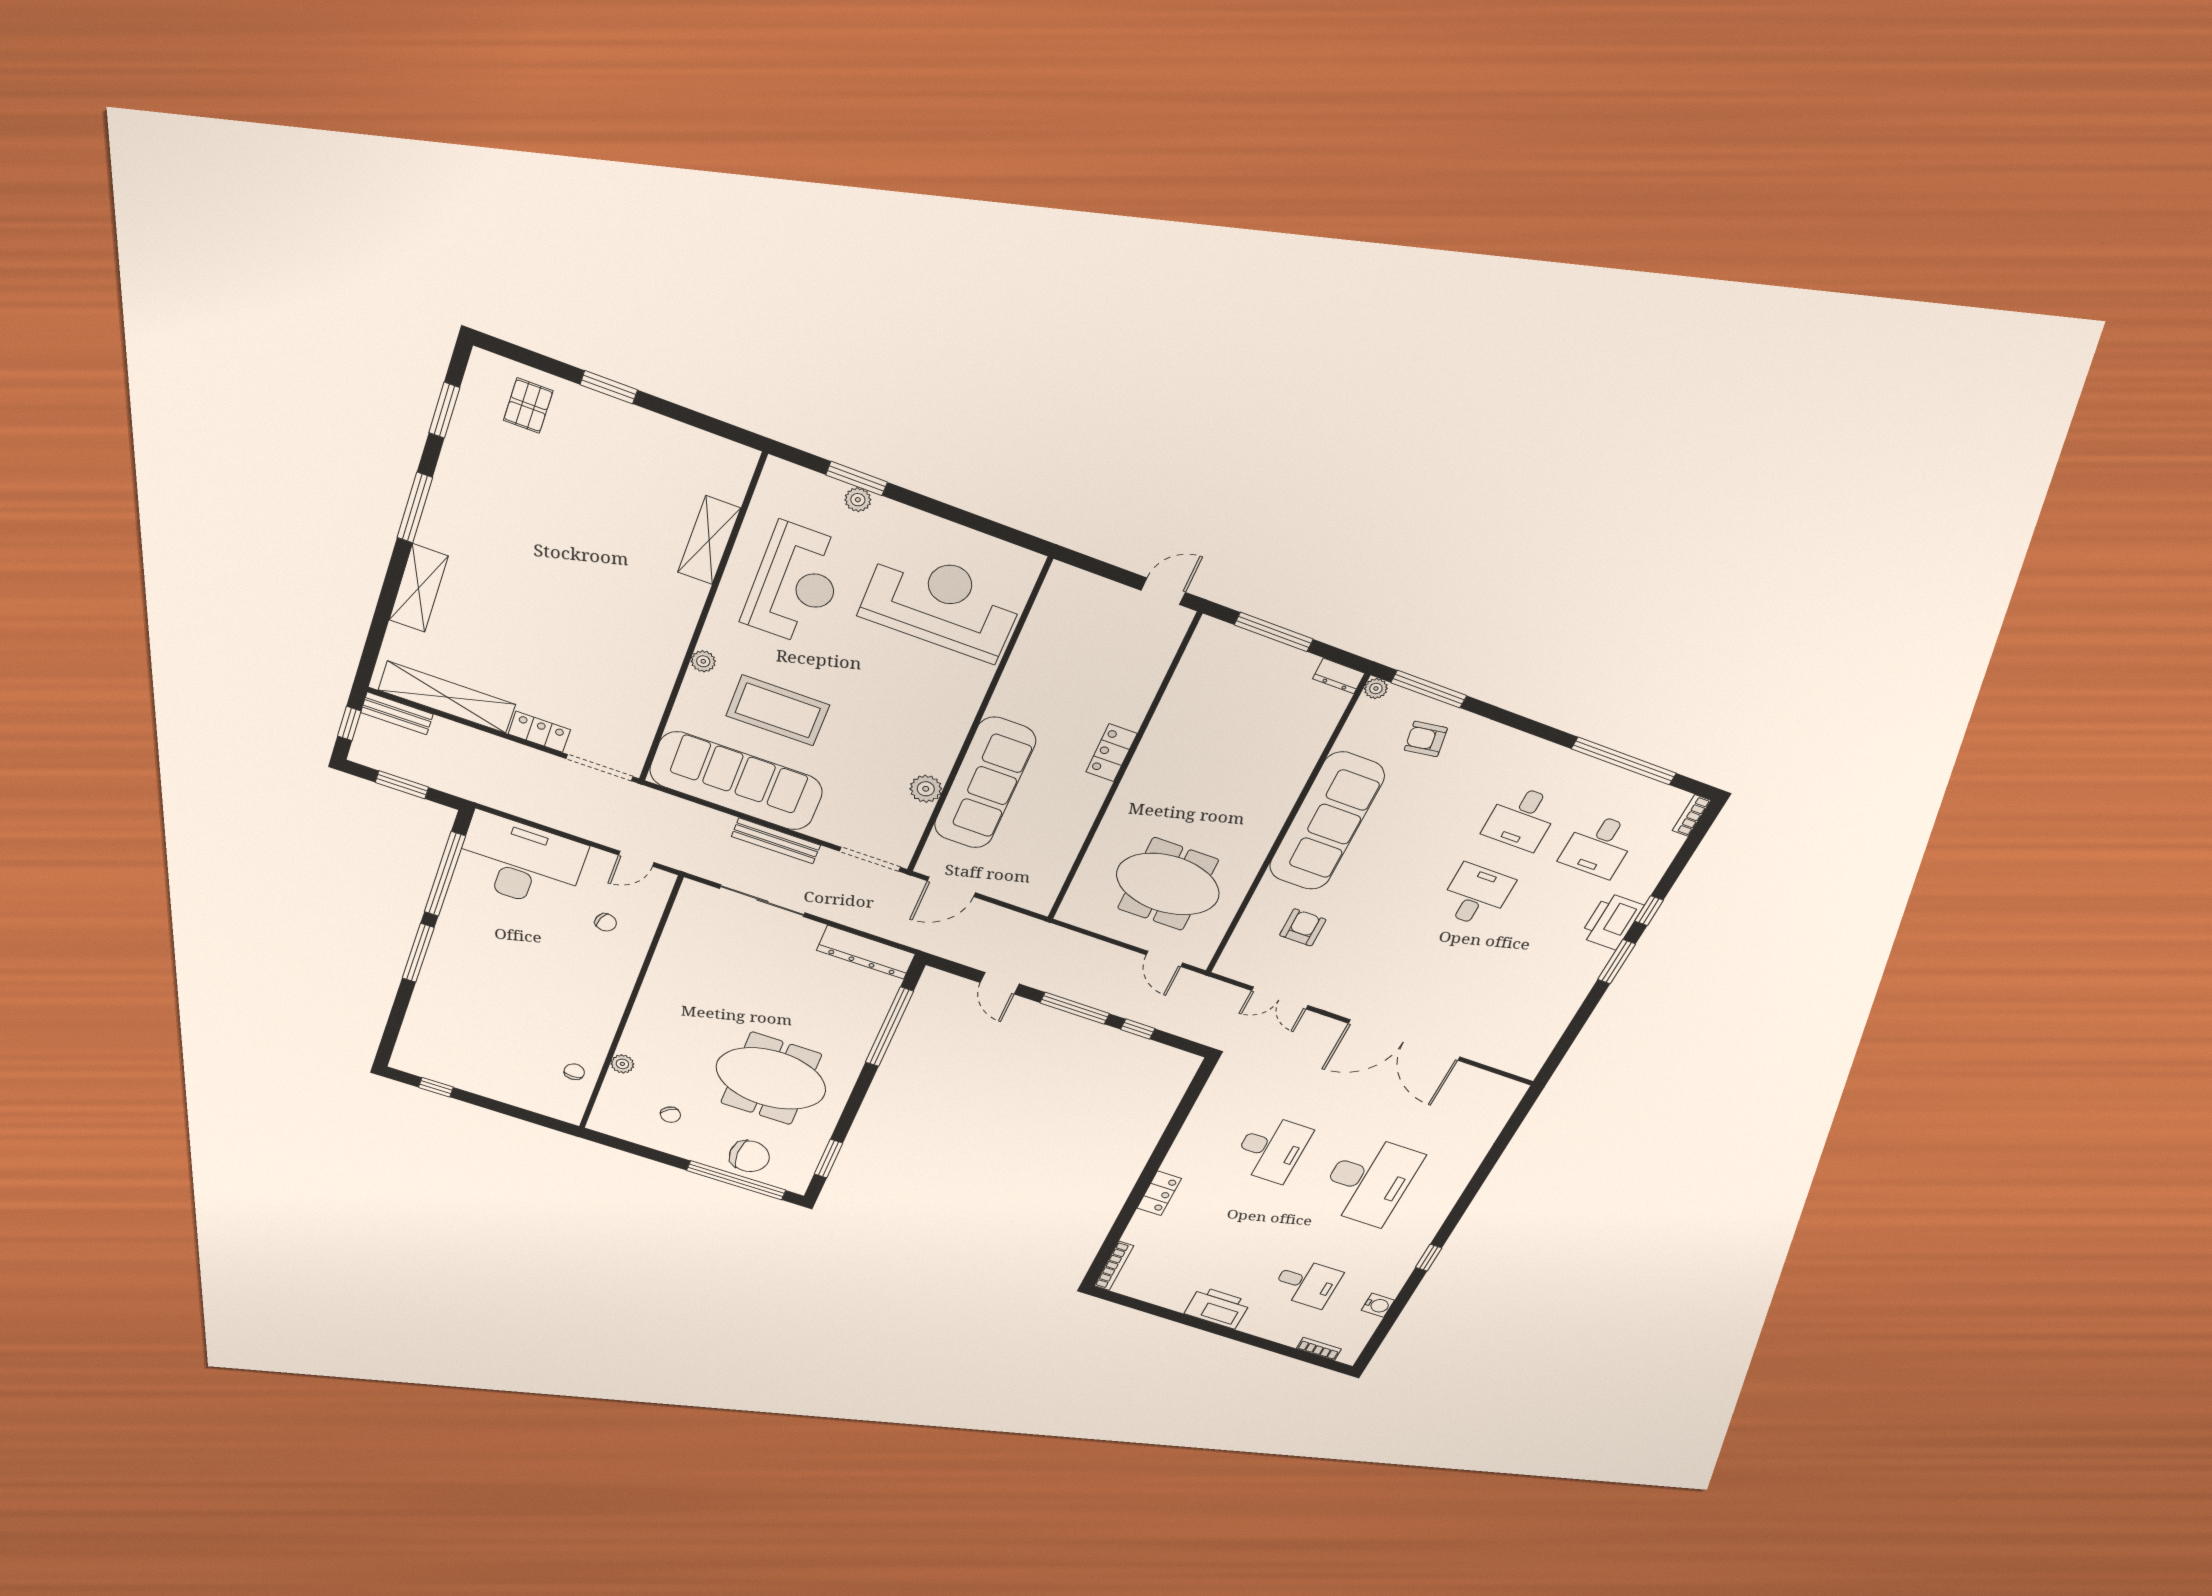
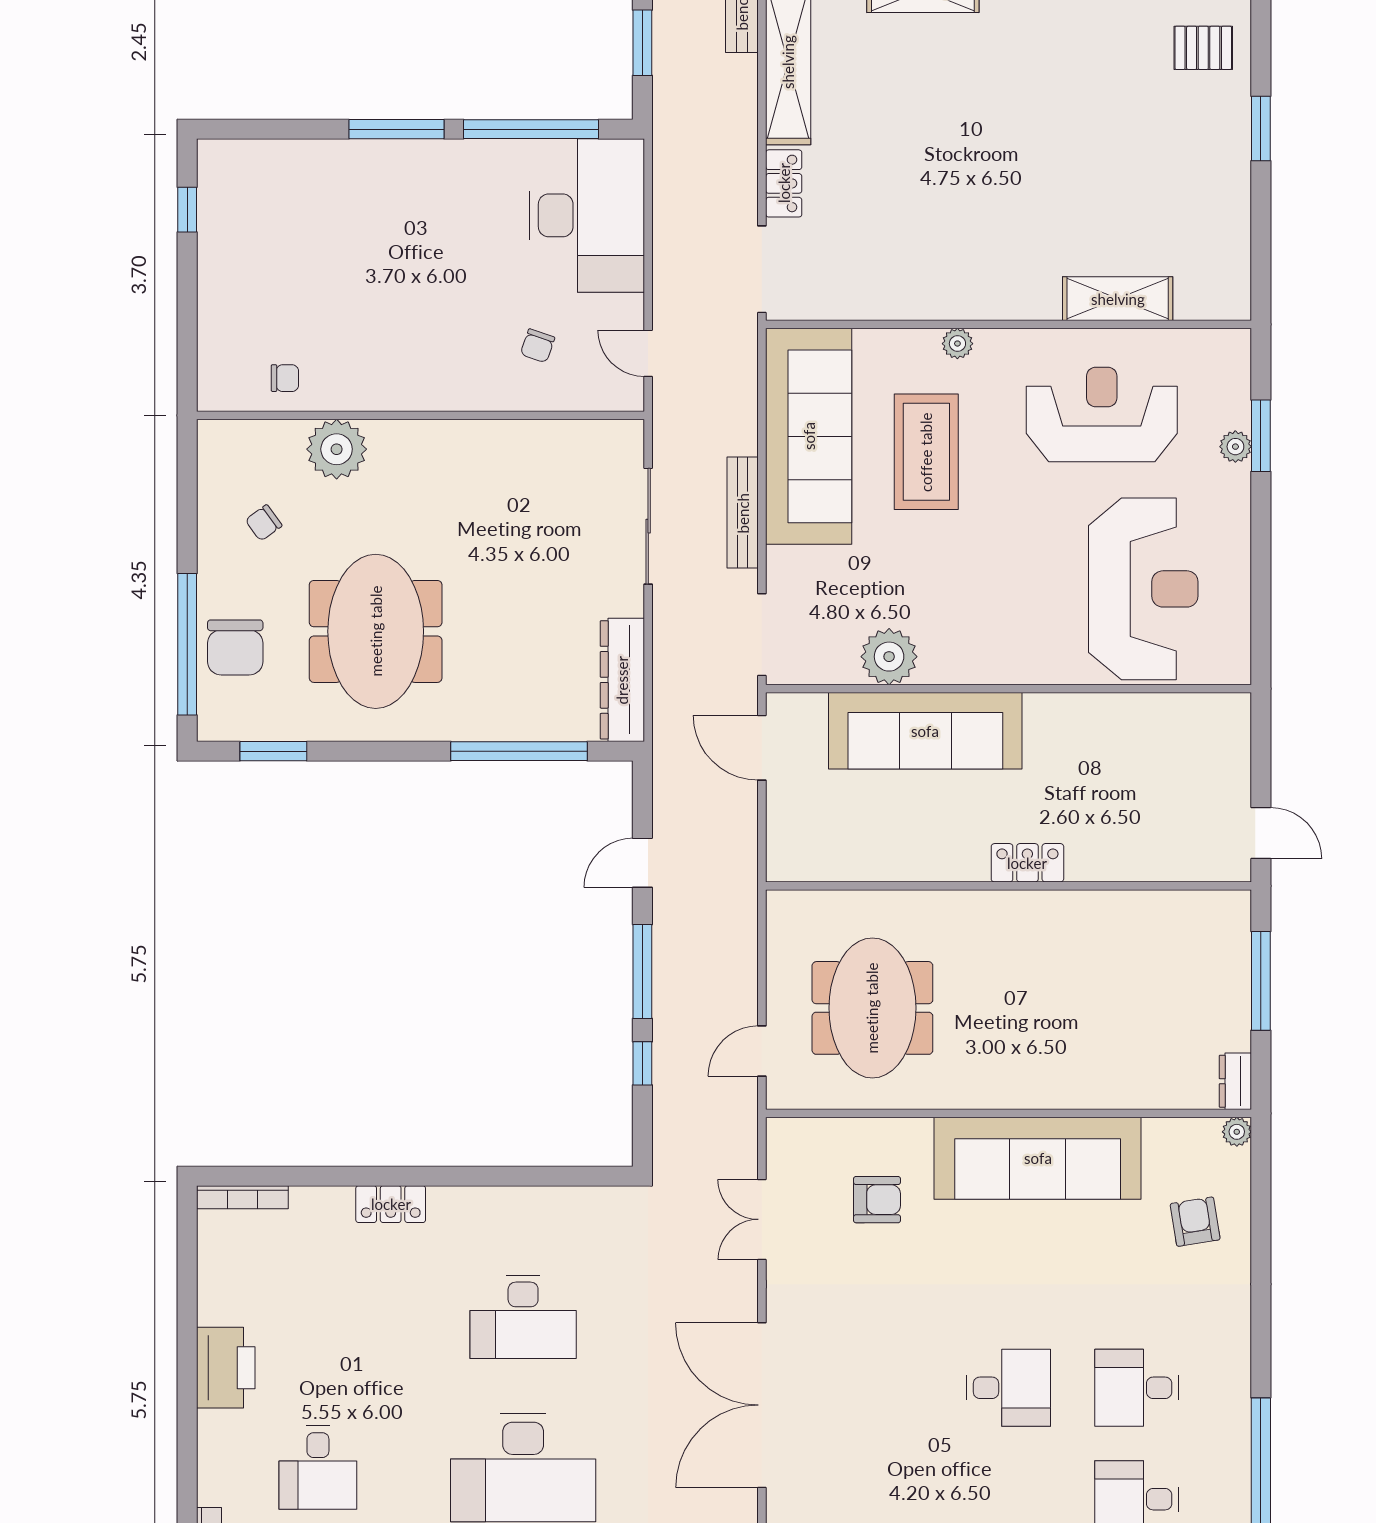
reception desk: (796, 584) -> (1102, 415), turned 180
window: (1429, 689) -> (1261, 1193), removed
plant: (926, 789) -> (889, 657), width x1.36, depth x1.36
plant: (622, 1064) -> (337, 449), width x1.88, depth x1.88

